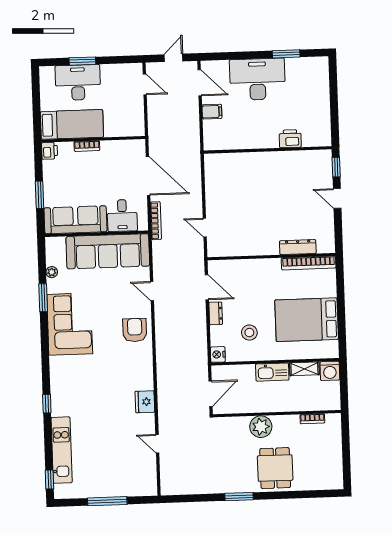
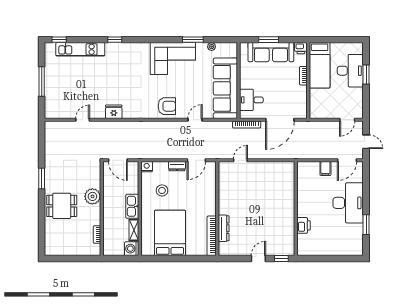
sofa: (75, 220) -> (271, 52), moved, turned 90

